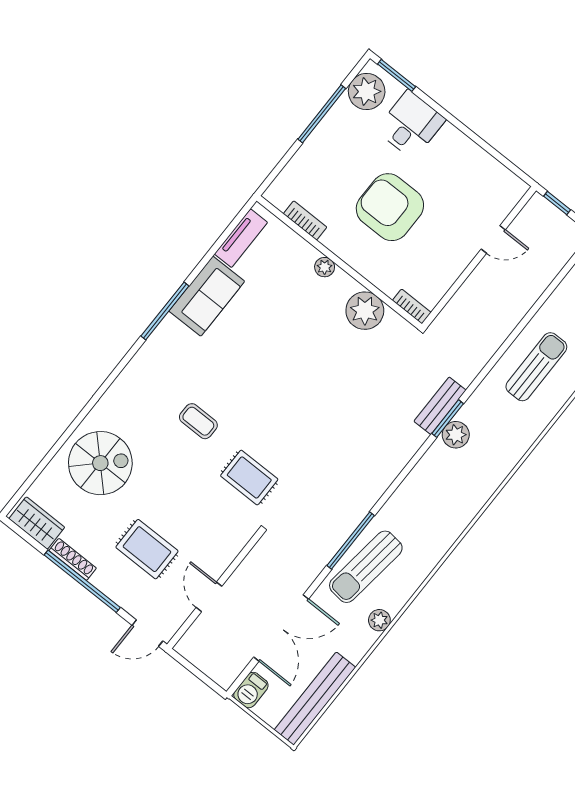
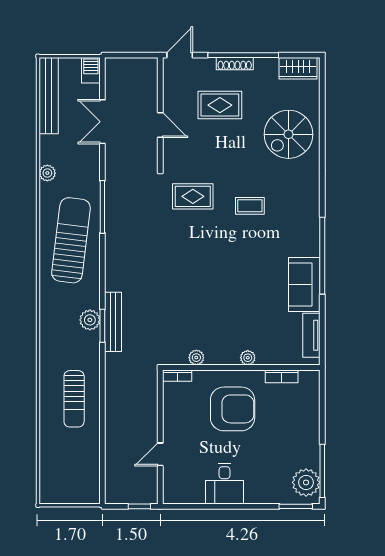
window: (322, 114) -> (322, 471), moved
desk: (411, 125) -> (225, 484), moved
armchair: (390, 207) -> (233, 409), moved
window: (165, 311) -> (322, 256), width x1.46
plant: (365, 311) -> (196, 358), width x0.53, depth x0.53
bench: (440, 406) -> (113, 322), width x1.36
shoe rack: (73, 559) -> (235, 64), moved
sun lounger: (366, 567) -> (71, 240), moved, width x1.36, depth x1.34
door: (209, 597) -> (160, 125), moved
double door: (281, 628) -> (102, 122), width x0.73

